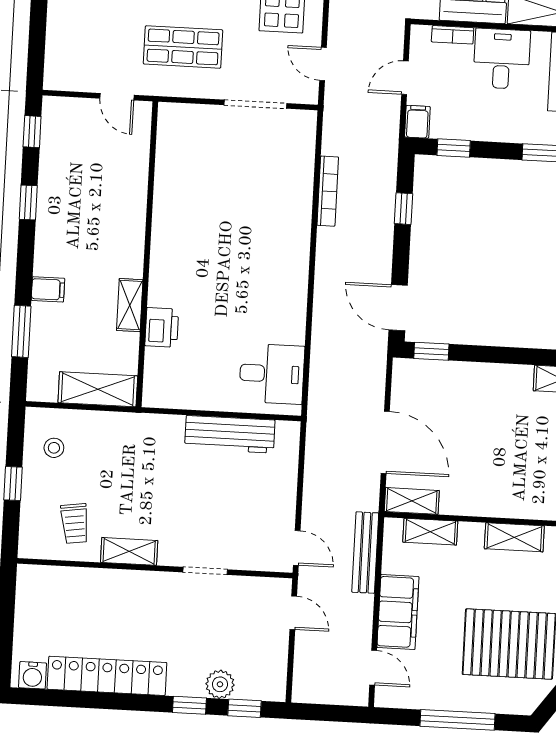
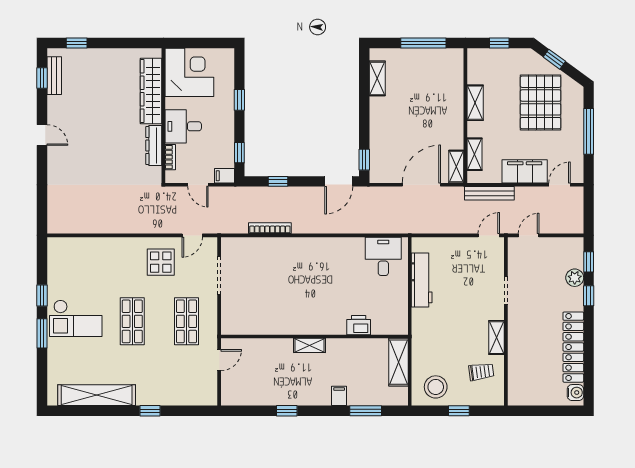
window: (32, 132) -> (243, 411), removed
shelving: (130, 305) -> (310, 345), moved
stool: (54, 448) -> (436, 387), width x1.89, depth x1.89

